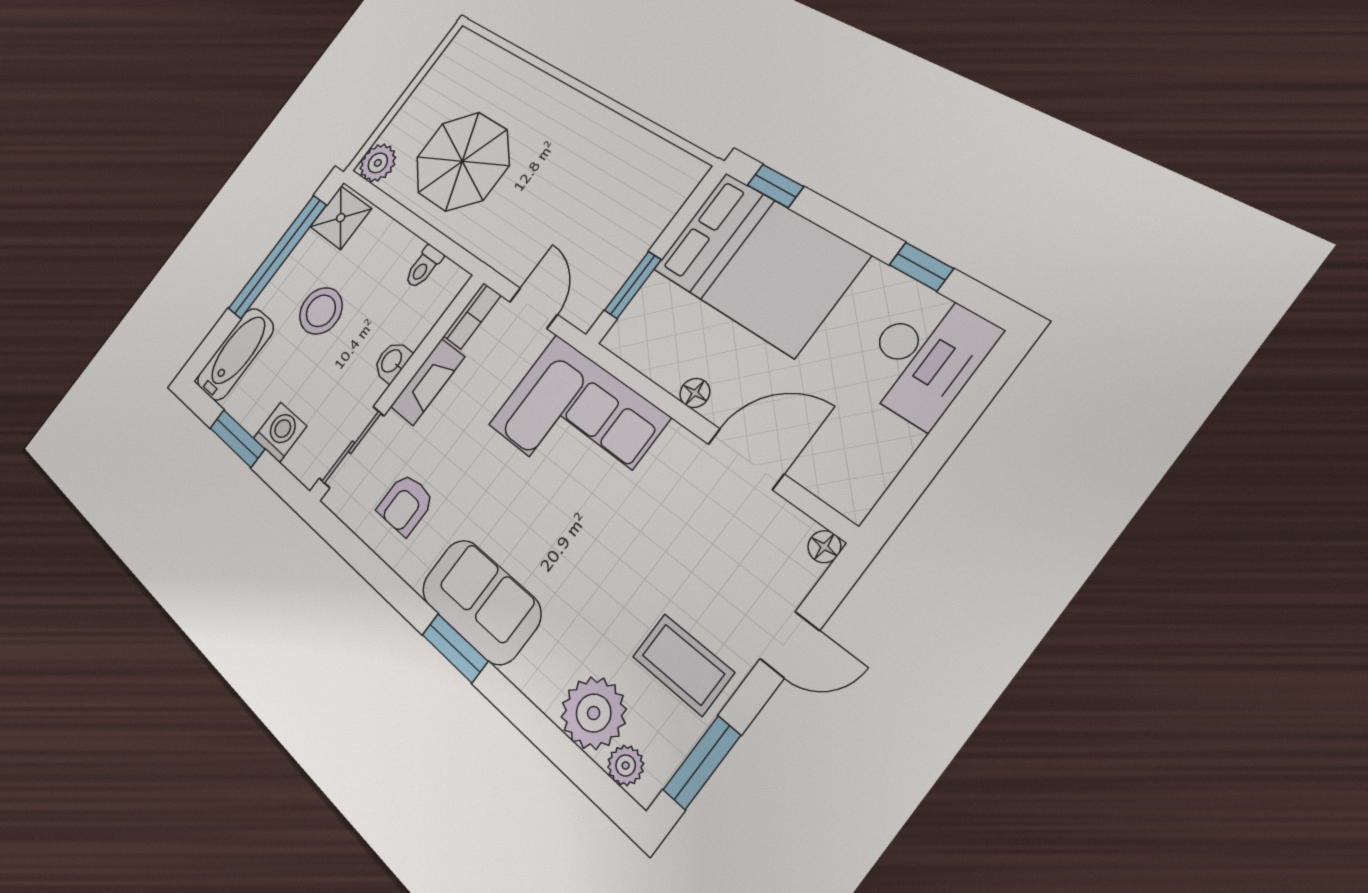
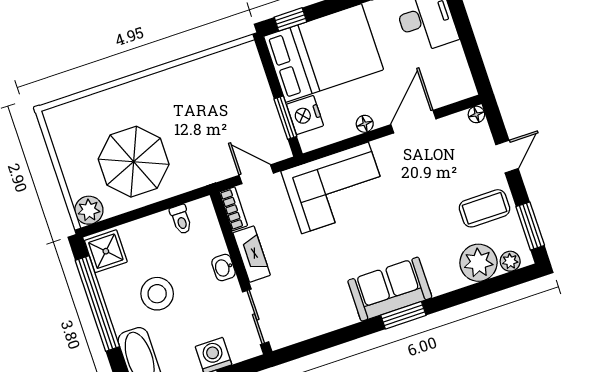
nightstand: (653, 306) -> (305, 115), added
armchair: (406, 504) -> (311, 303), removed

